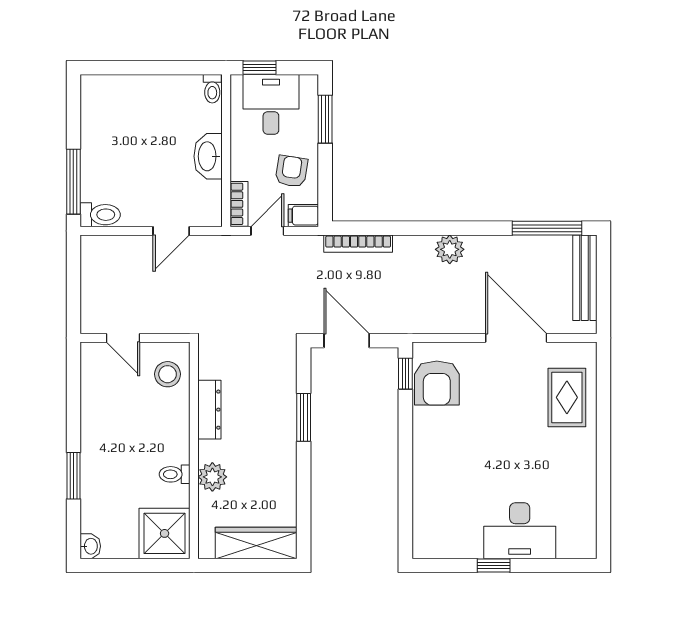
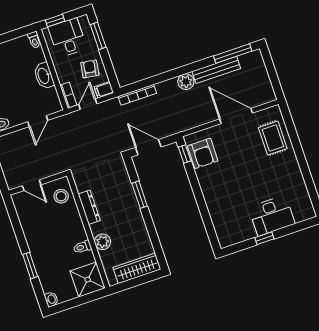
bench: (585, 278) -> (216, 70), moved, turned 90

